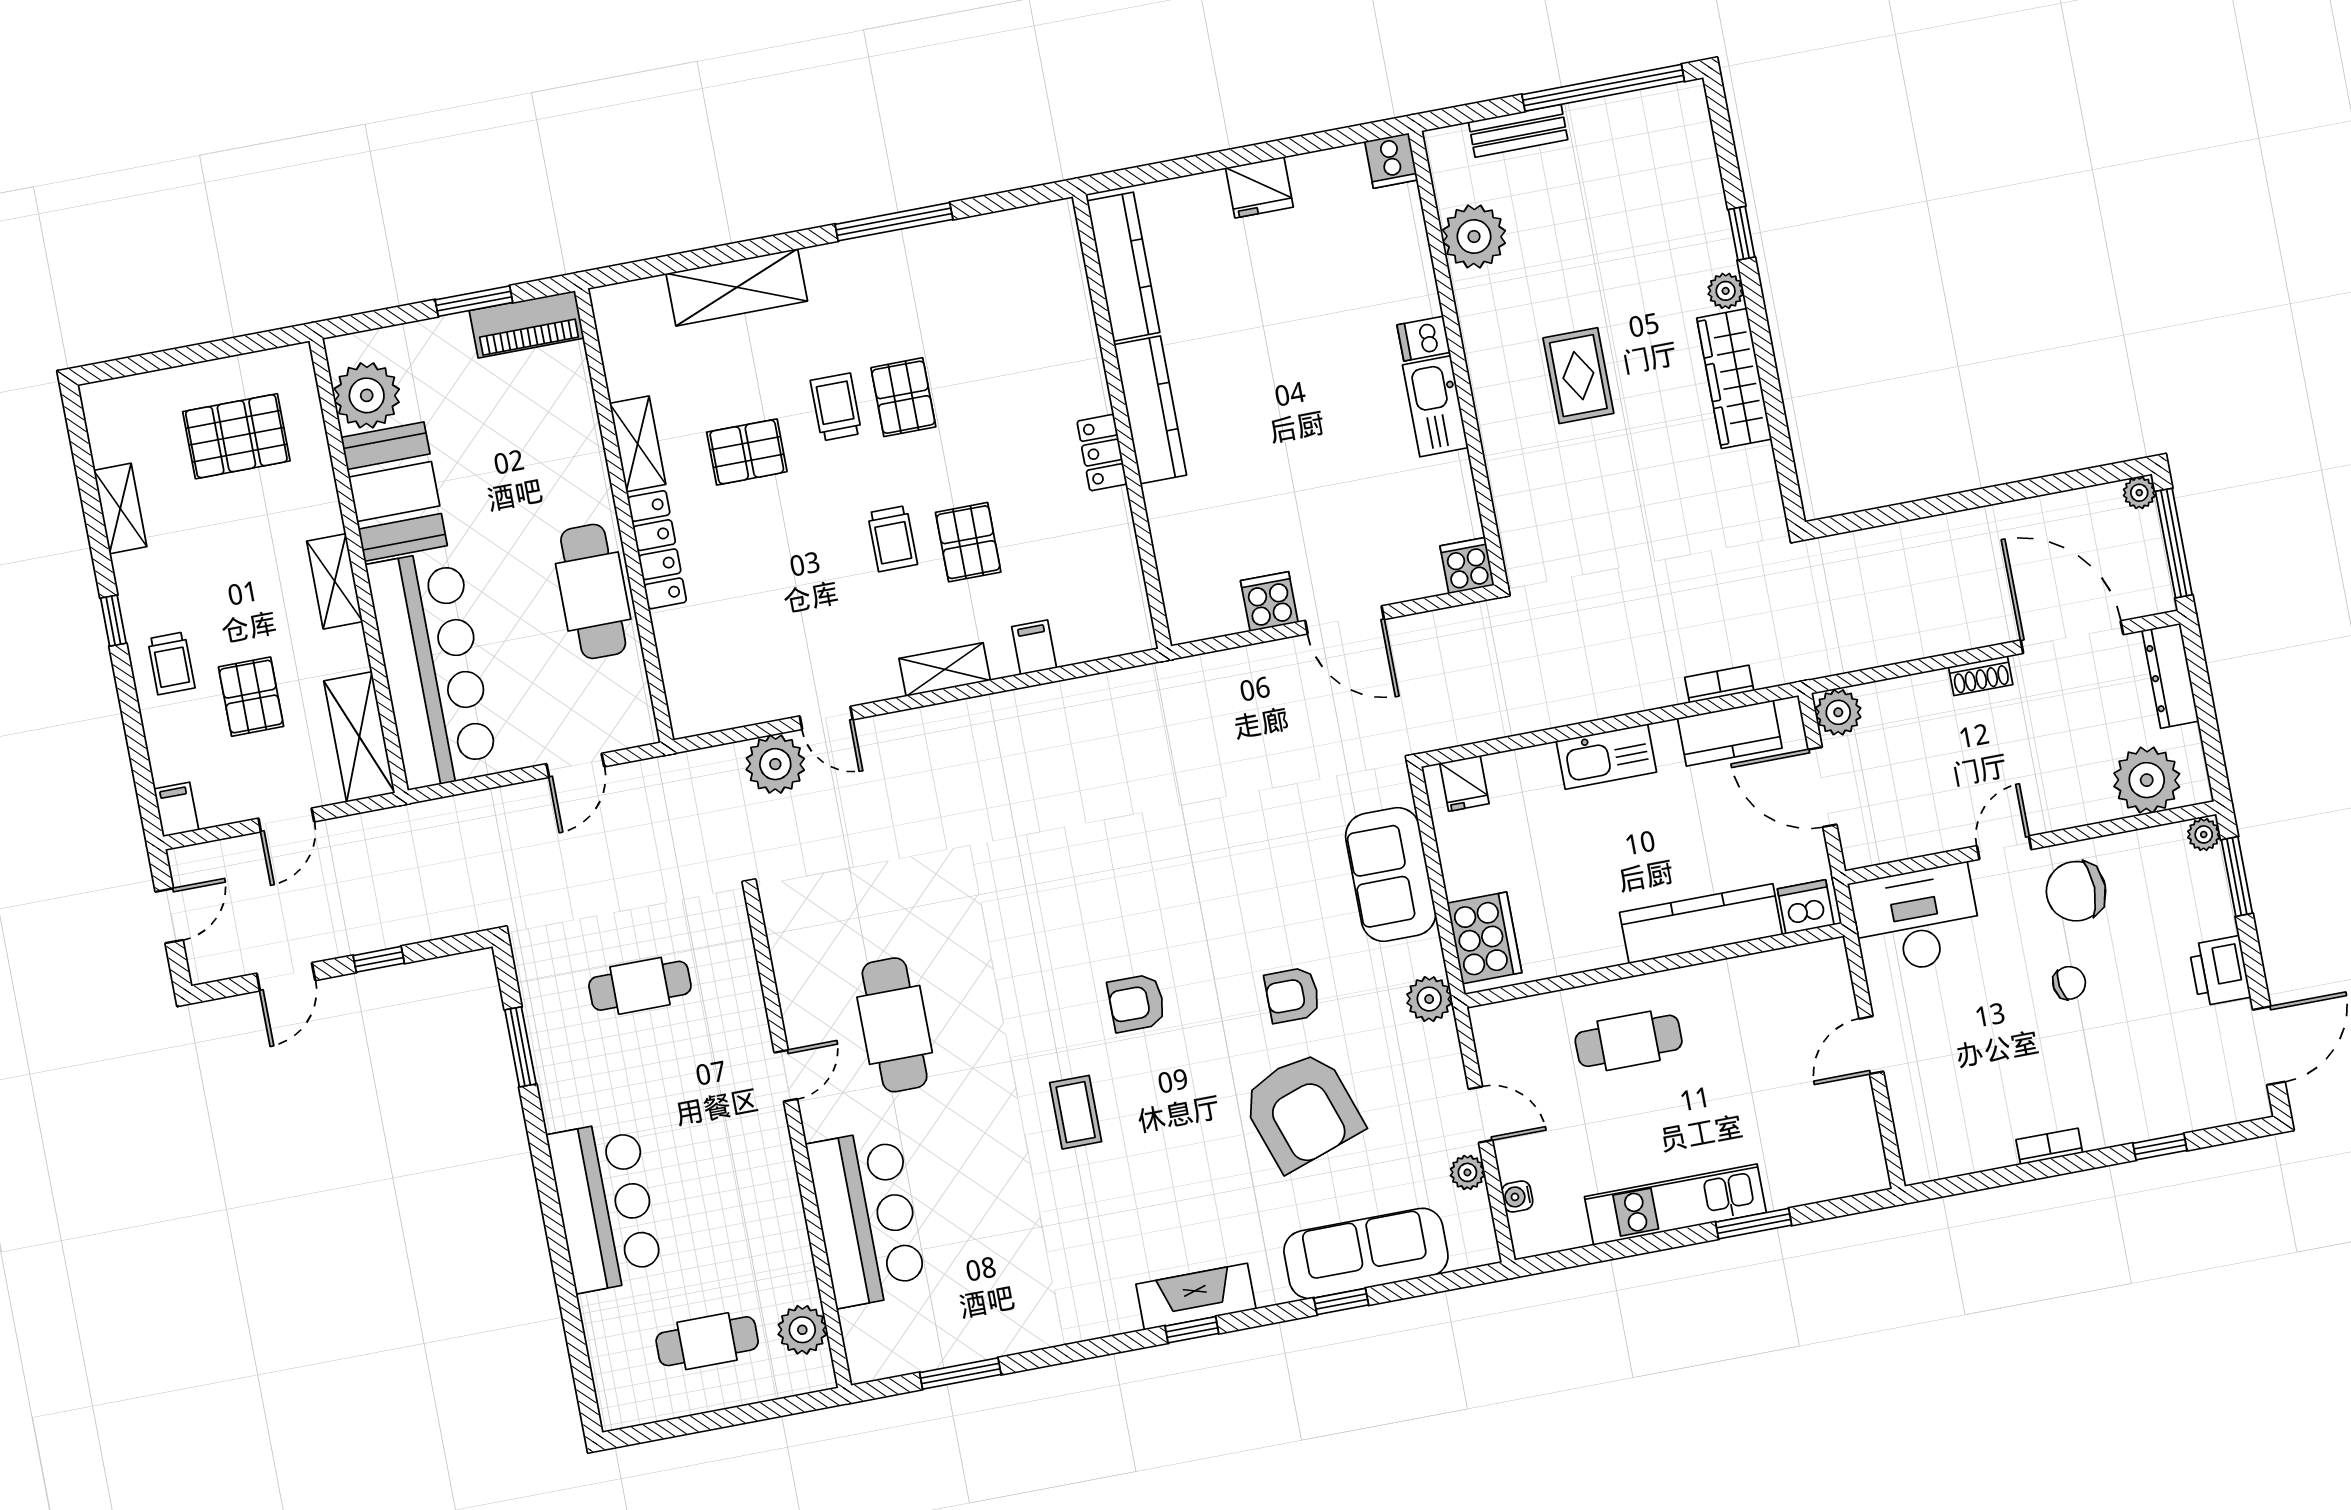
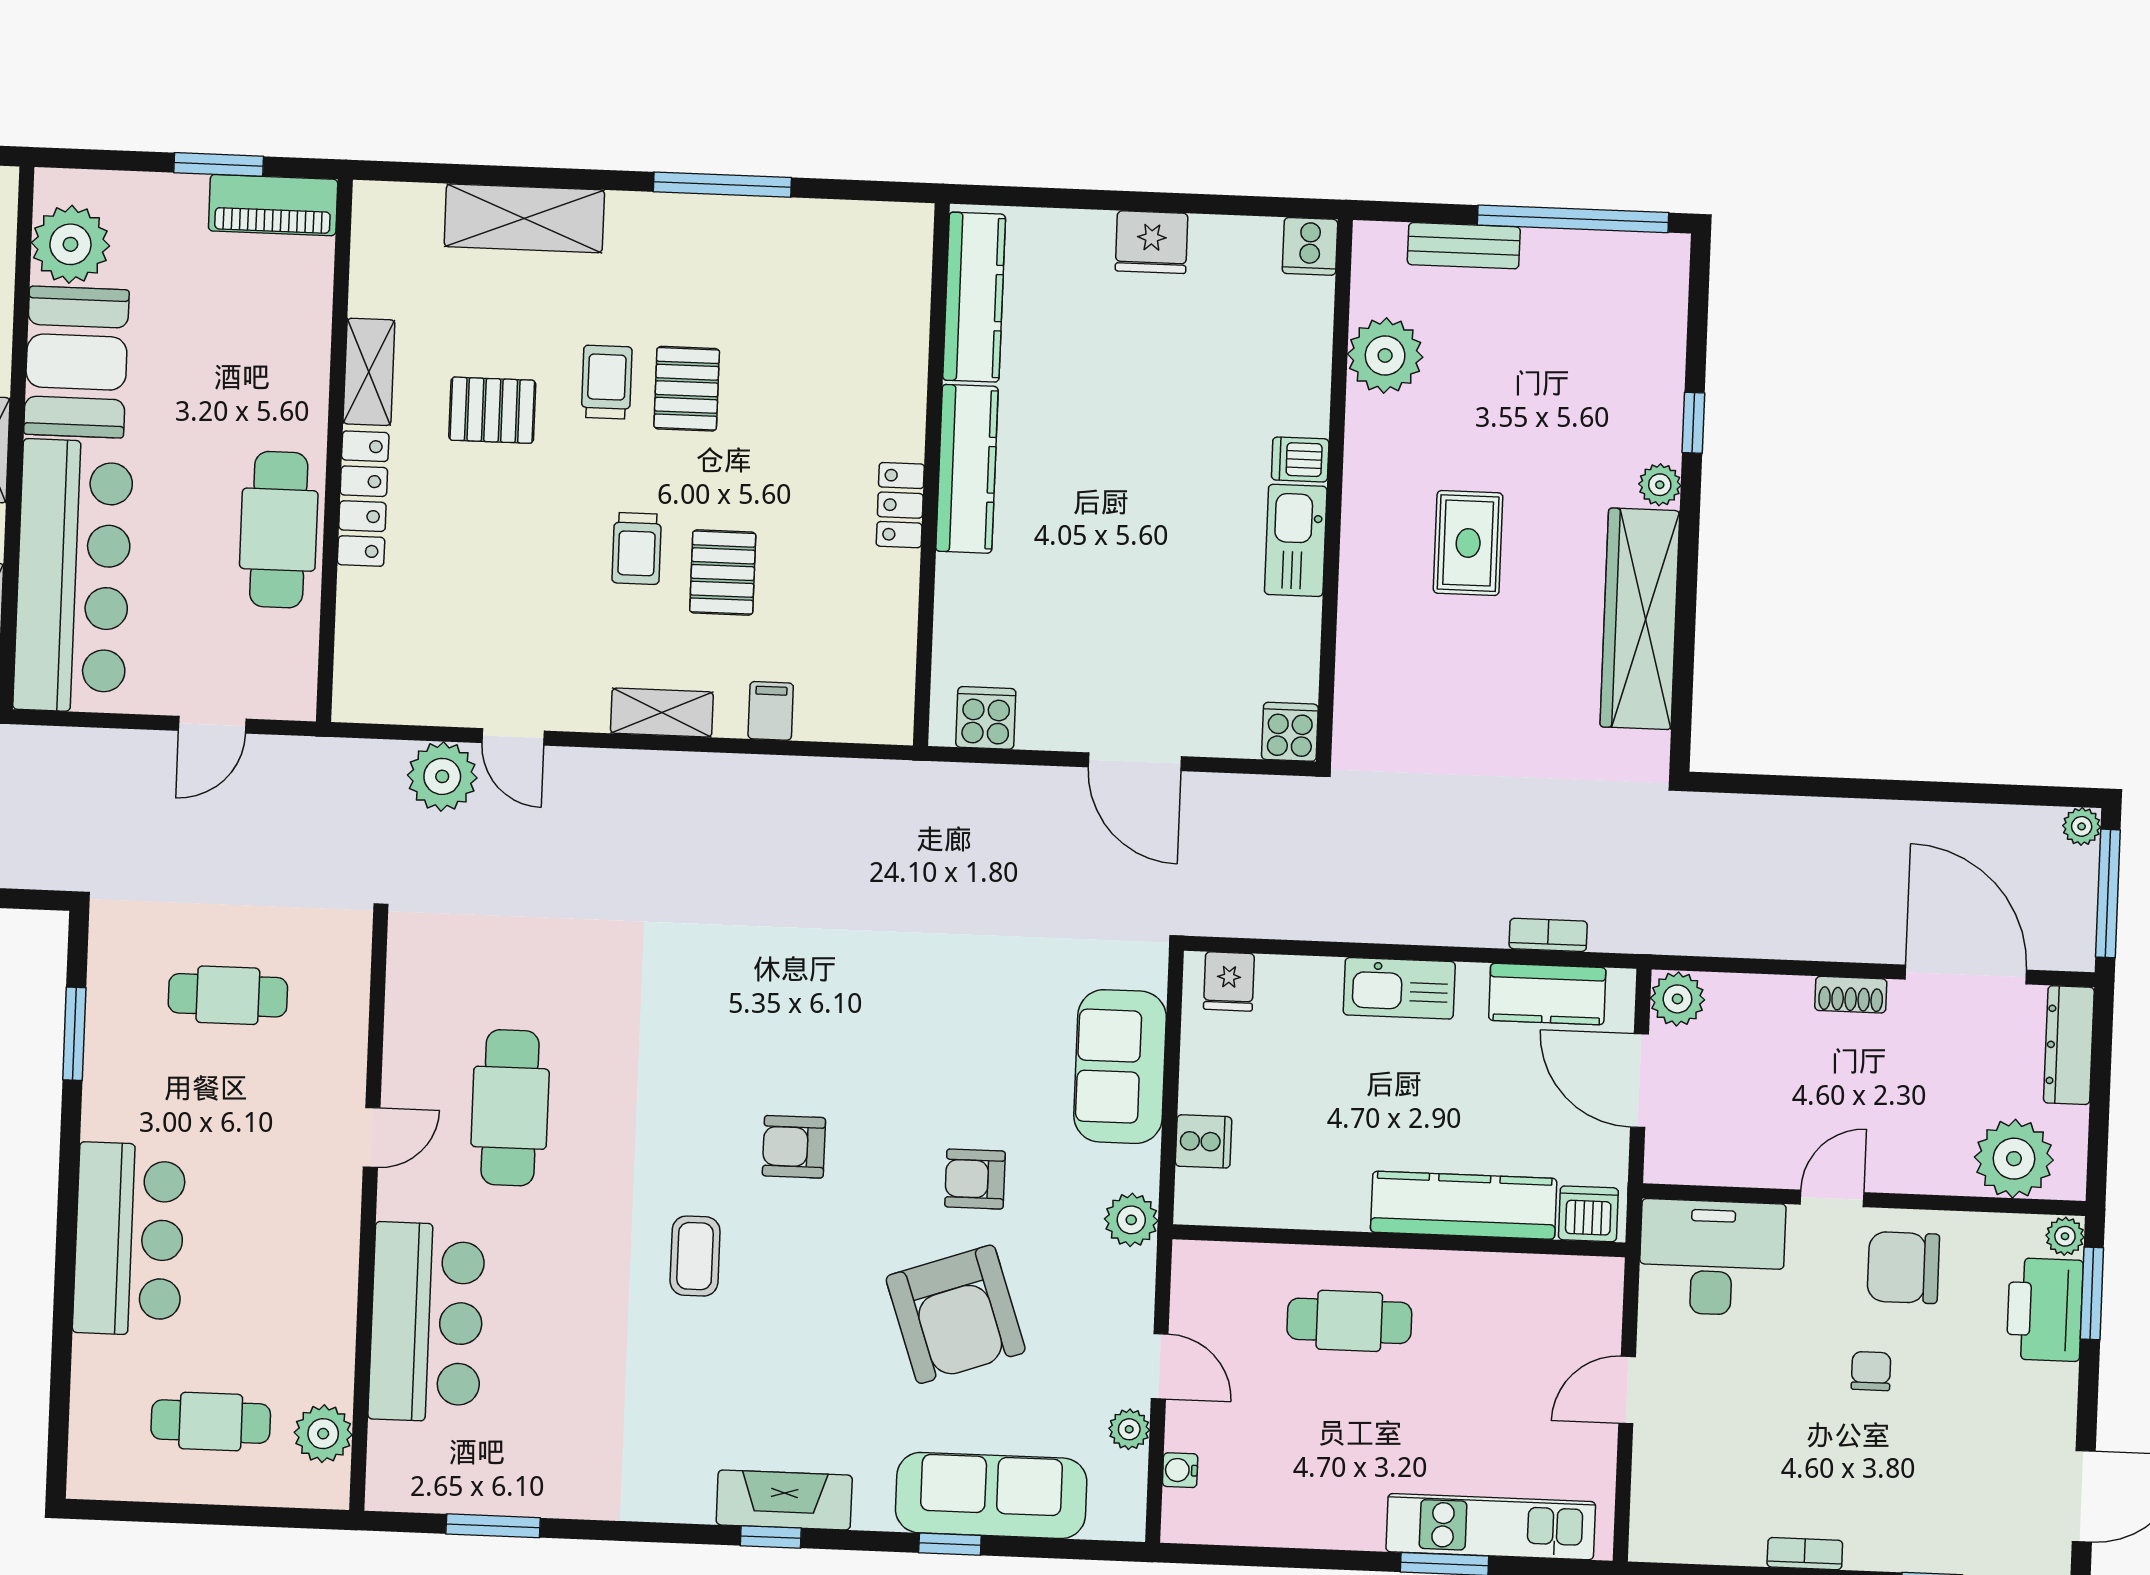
wardrobe: (1734, 379) -> (1640, 619), width x1.40, depth x1.17
cooker: (1269, 601) -> (986, 718), moved
cooker: (1484, 938) -> (1203, 1141), width x0.53, depth x0.76
printer: (2220, 971) -> (2045, 1310), moved, width x1.37, depth x1.19
chair: (2069, 983) -> (1871, 1371), turned -81
kitchen unit: (1675, 1205) -> (1491, 1527), moved

